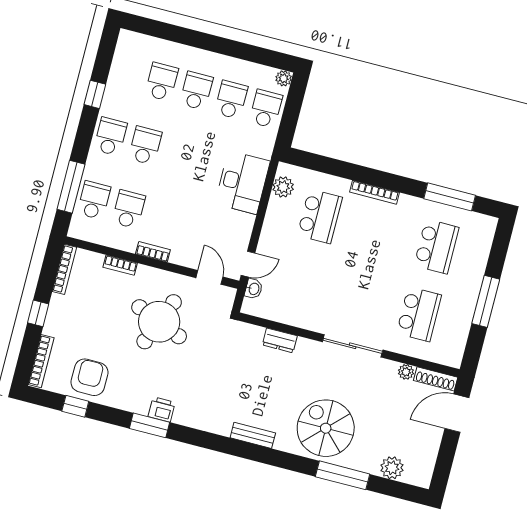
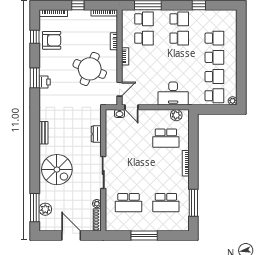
door: (457, 413) -> (71, 236), moved
spiral stairs: (326, 428) -> (57, 170), turned 90
window: (343, 475) -> (35, 208), moved

